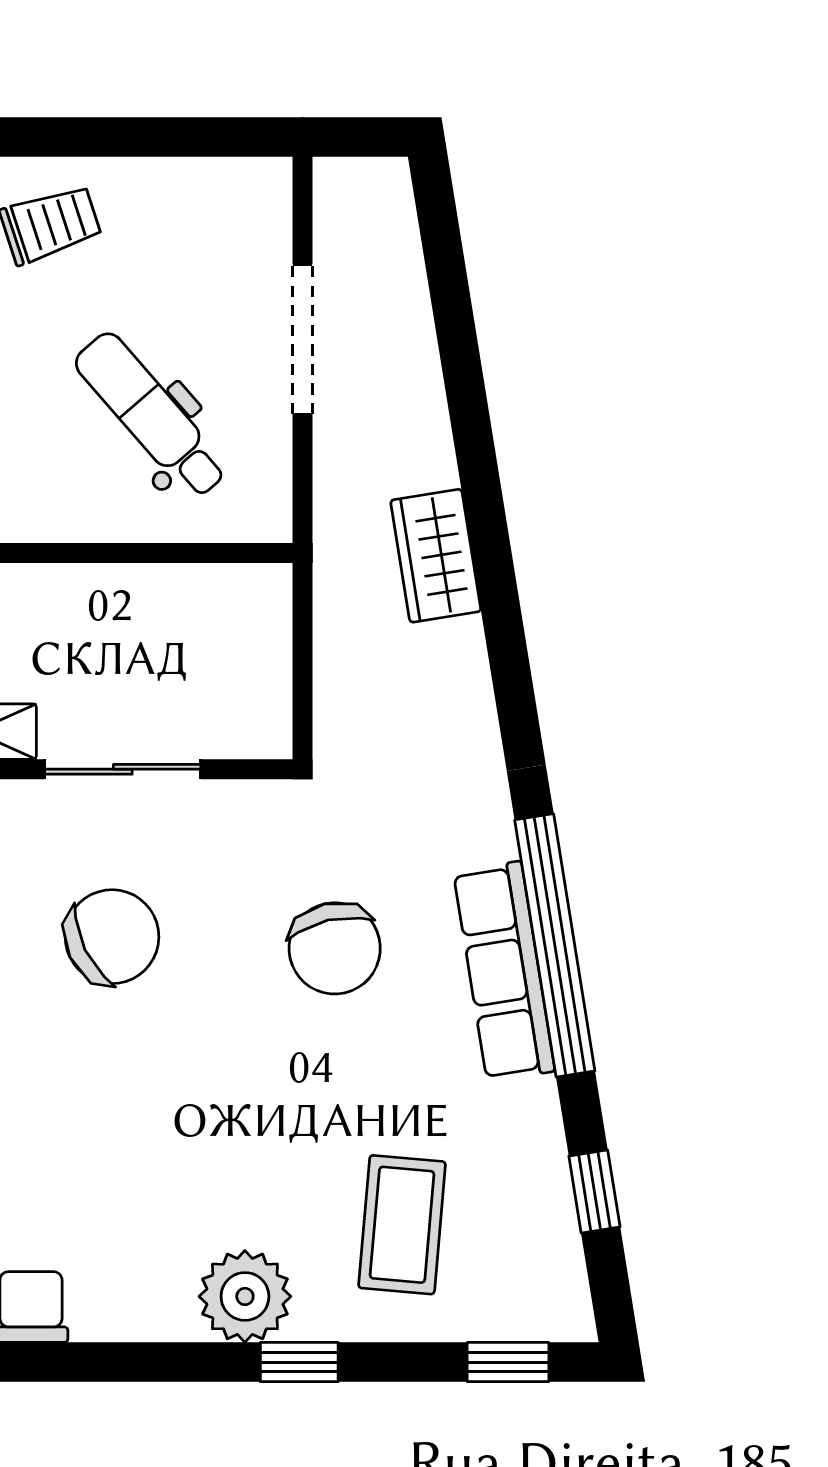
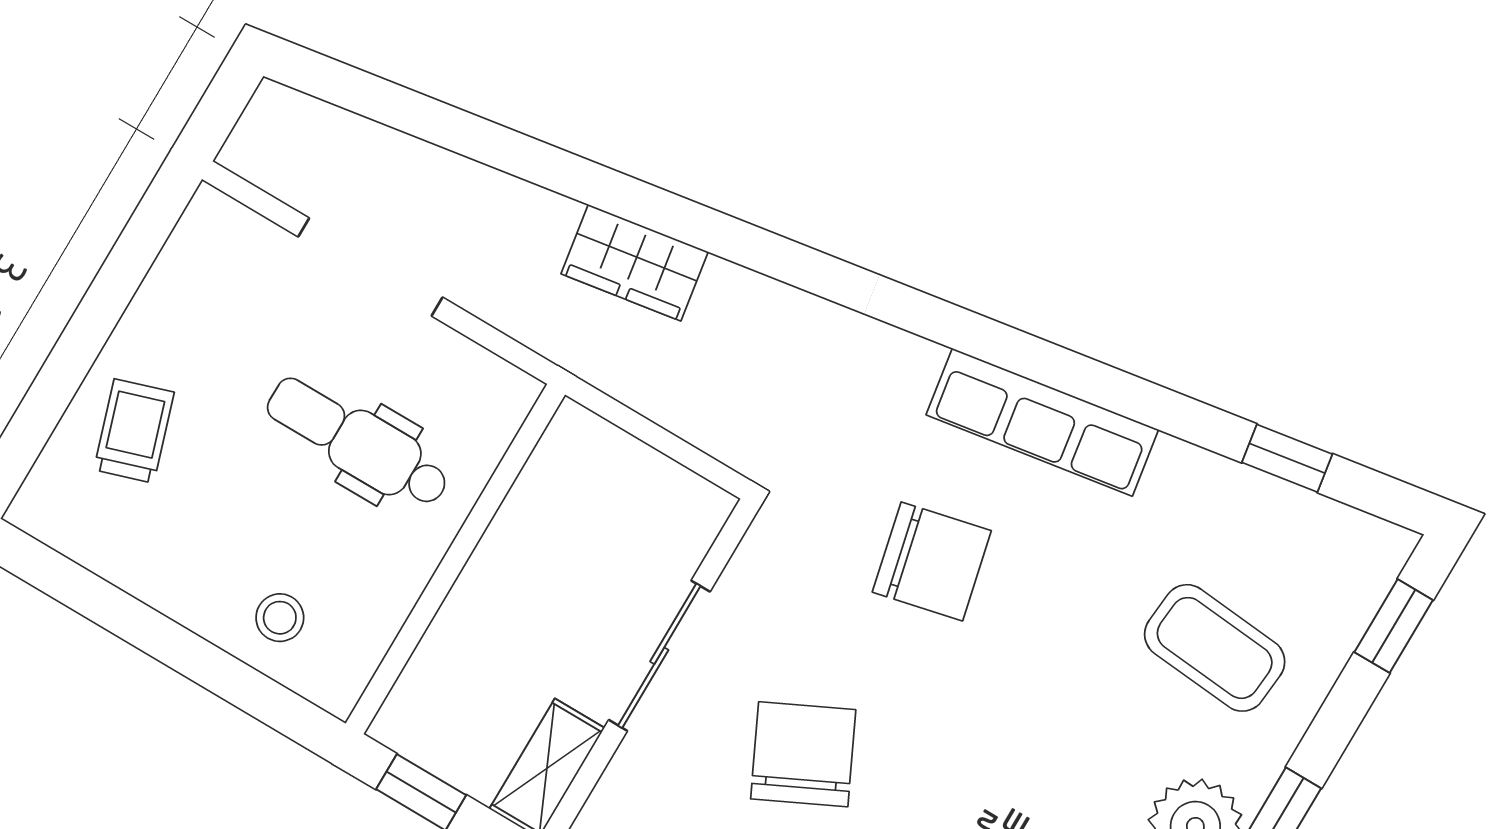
dental chair: (151, 415) -> (358, 443), turned 41
window: (555, 945) -> (1046, 363), removed

